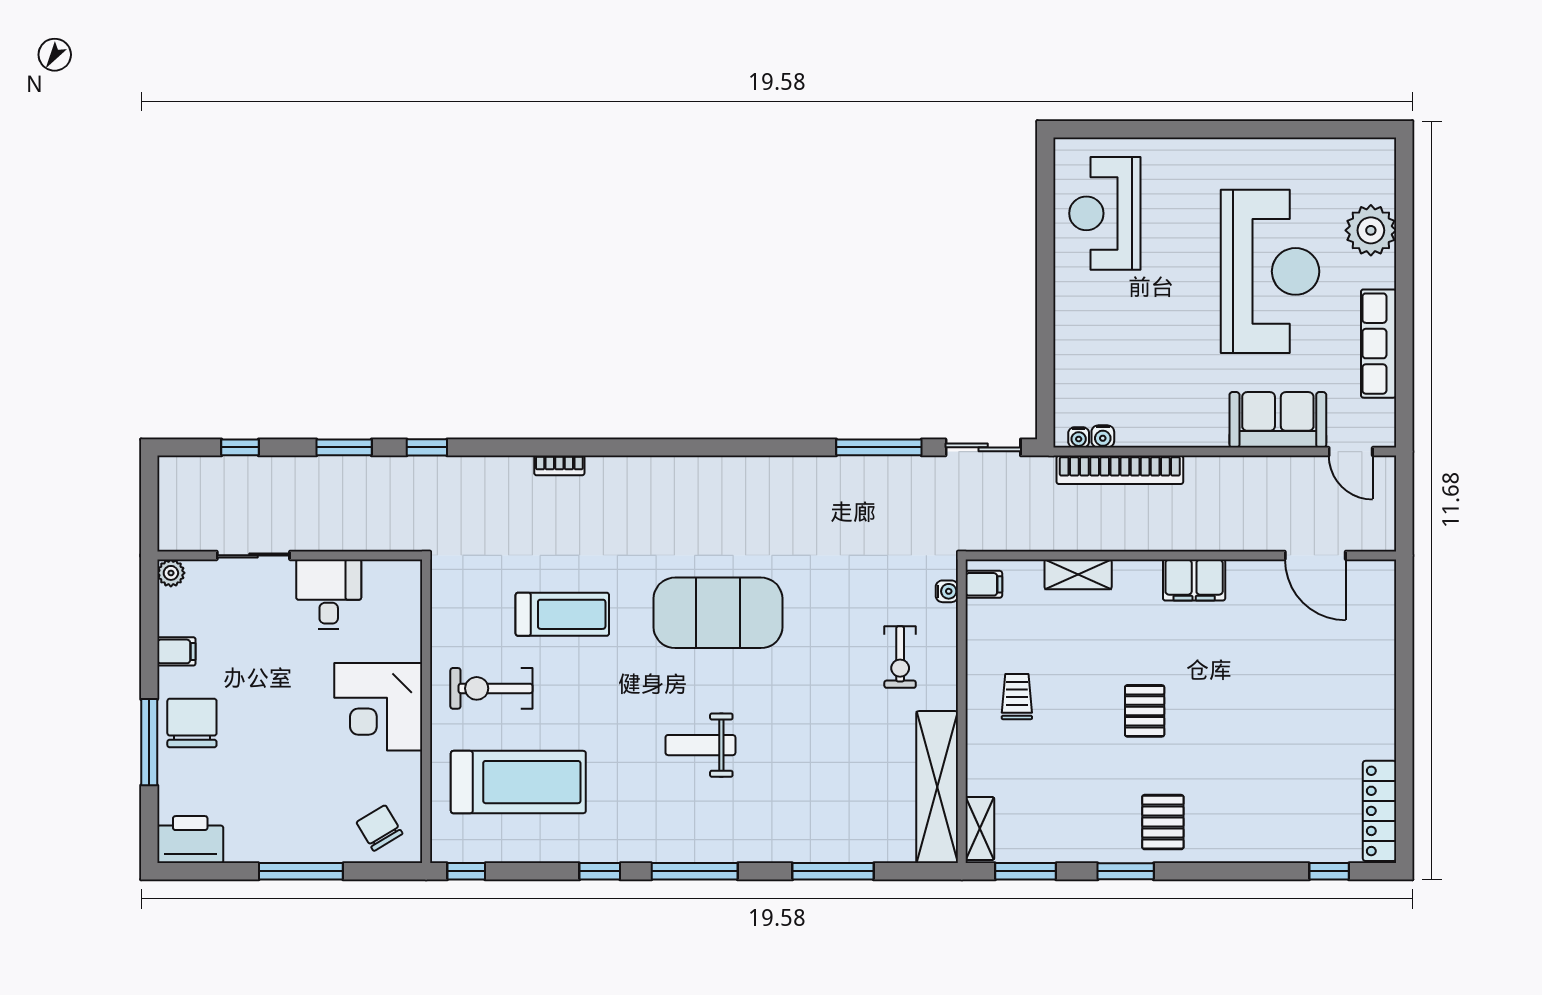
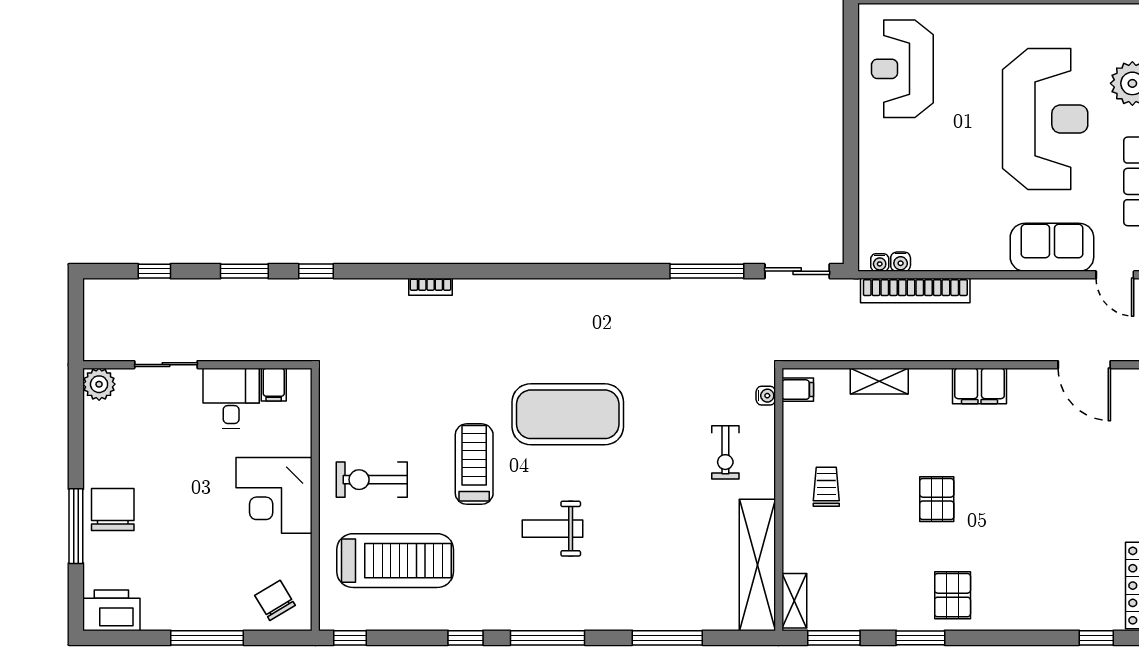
plant: (171, 573) -> (99, 384), width x1.38, depth x1.38
treadmill: (562, 614) -> (474, 464), moved, turned -90
filing cabinet: (176, 651) -> (274, 385), moved, turned 90

